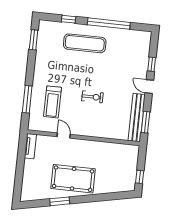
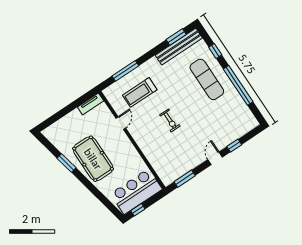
bench: (137, 118) -> (179, 47), moved
bar counter: (125, 167) -> (136, 191), added

